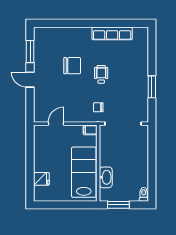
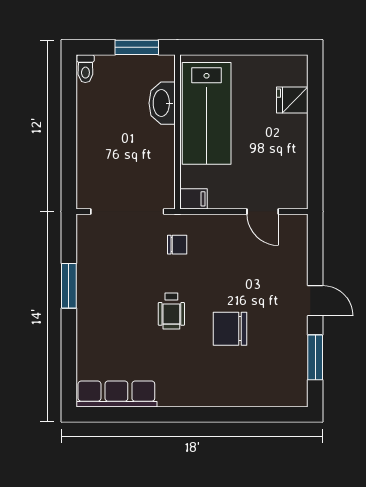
row of seats: (112, 33) -> (116, 394), moved
door: (56, 124) -> (263, 211), hinge flipped

